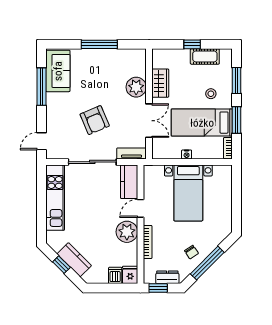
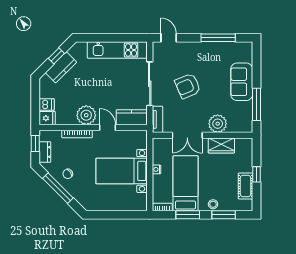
window: (99, 44) -> (257, 104), moved
sofa: (58, 71) -> (242, 82), moved, turned 90
stool: (211, 94) -> (213, 204), moved

